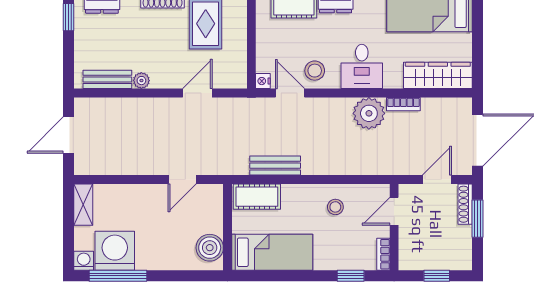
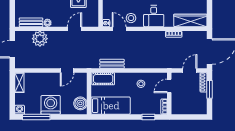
plant: (369, 113) -> (40, 39), moved
washing machine: (115, 251) -> (51, 105), moved
window: (437, 276) -> (190, 117), removed

